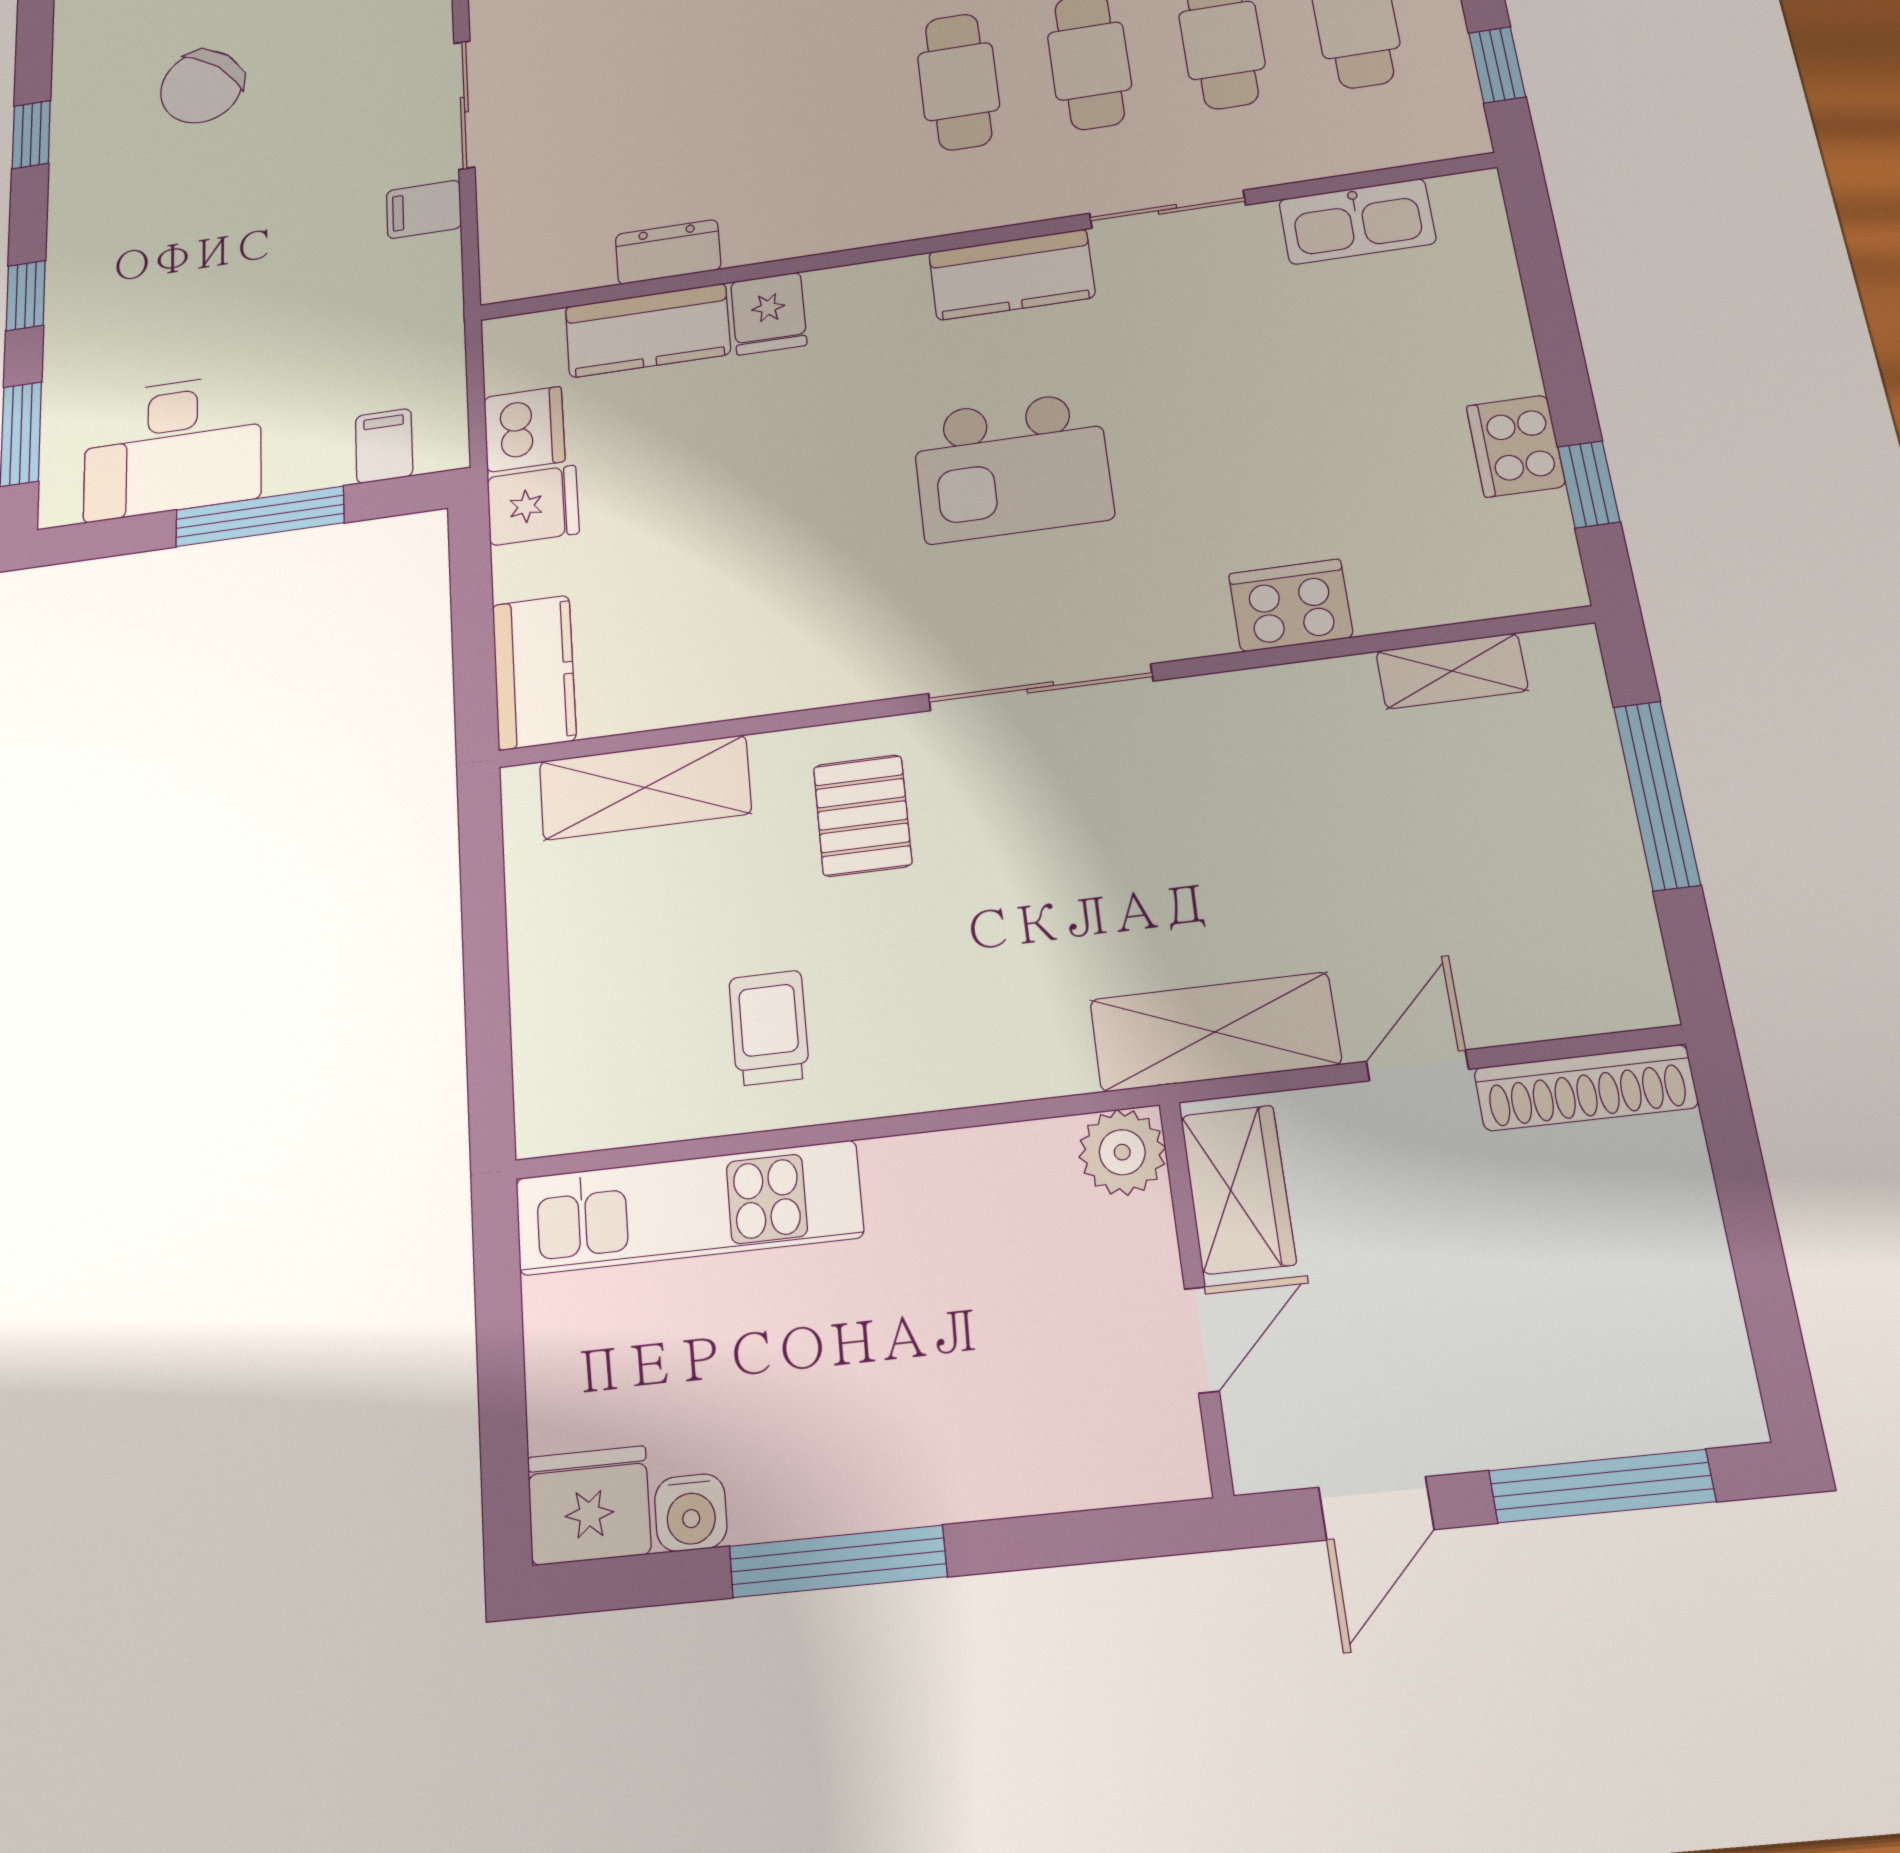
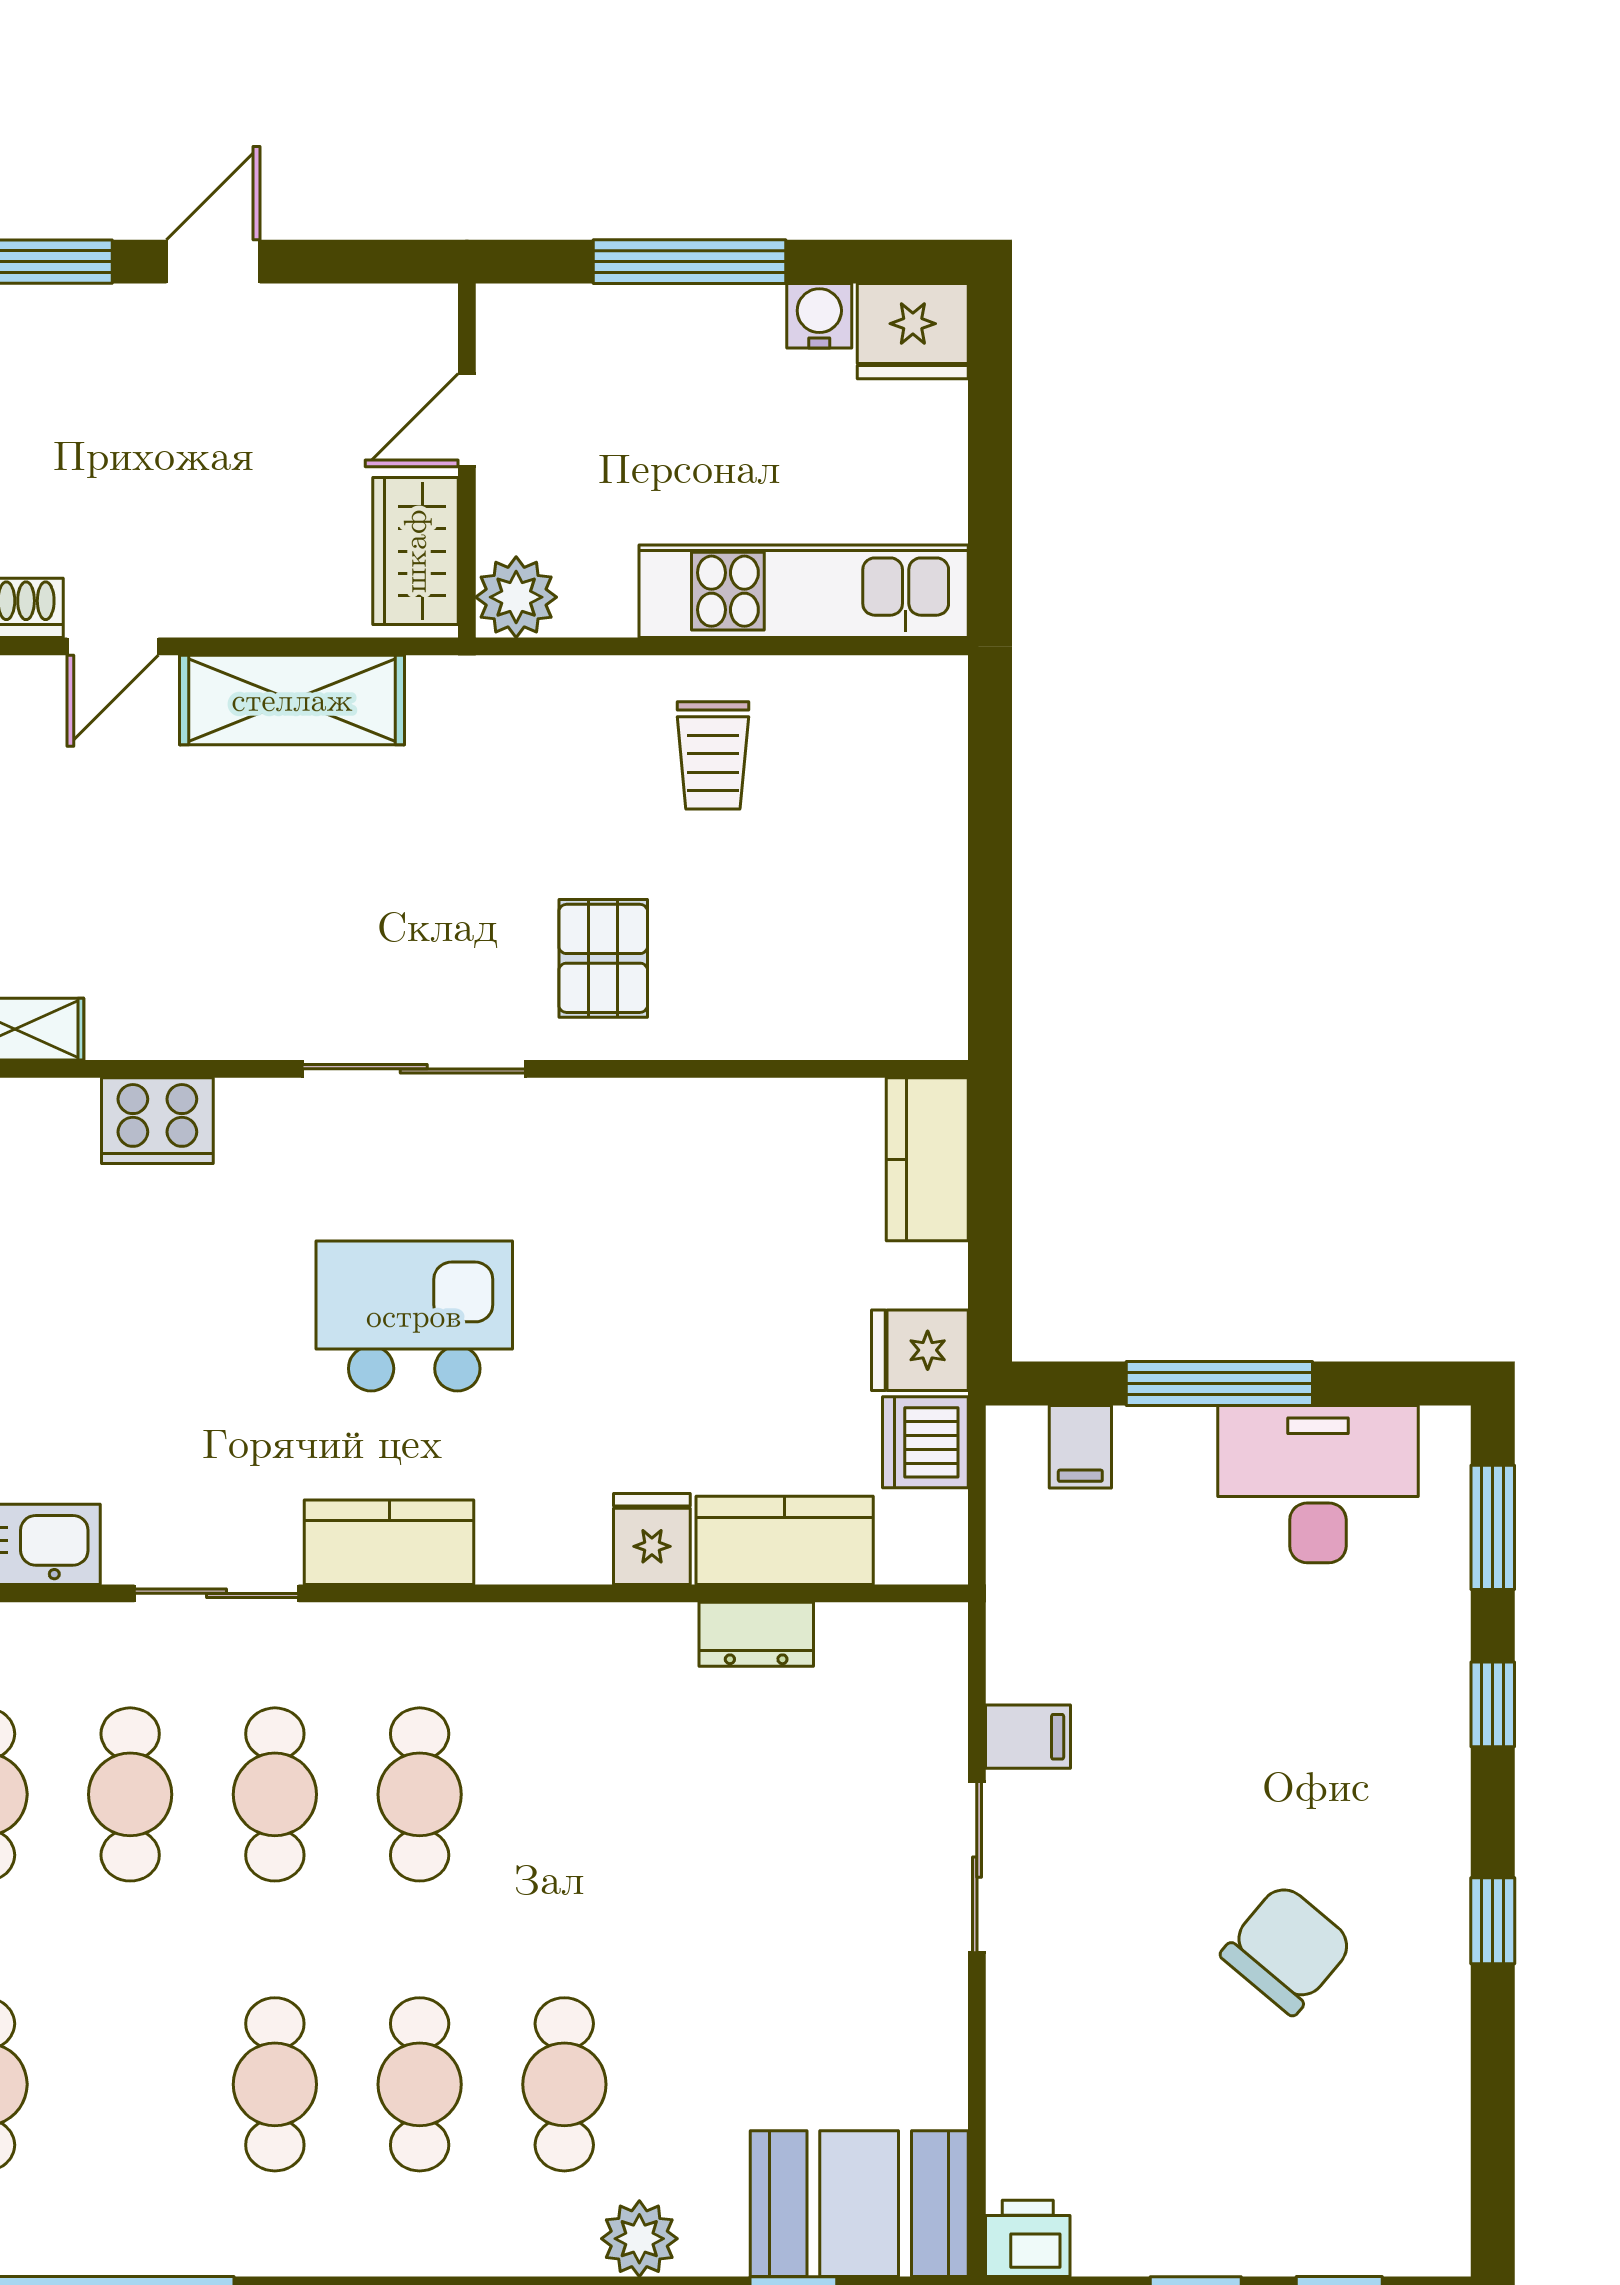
shelving: (645, 788) -> (819, 1017), removed
plant: (1122, 1152) -> (516, 597), moved
wardrobe: (1238, 1189) -> (415, 551), moved
wall: (1196, 1295) -> (467, 461), moved
door: (1202, 1340) -> (467, 420), moved

